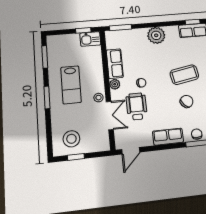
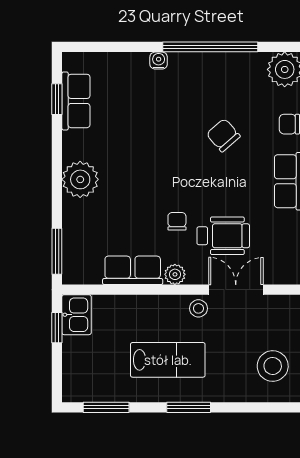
coffee table: (184, 75) -> (169, 132), removed
wheelchair: (137, 106) -> (223, 236), turned 180

